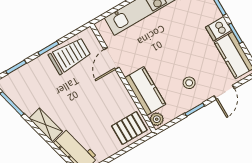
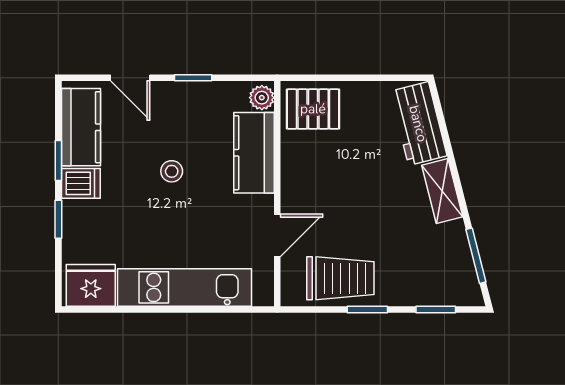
trolley: (70, 56) -> (340, 278), turned 180
stool: (189, 83) -> (172, 171), moved
door: (224, 92) -> (130, 78), swing flipped

